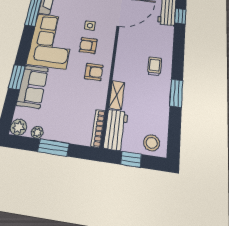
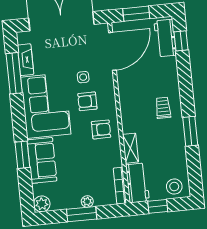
plant: (37, 132) -> (87, 201), moved

